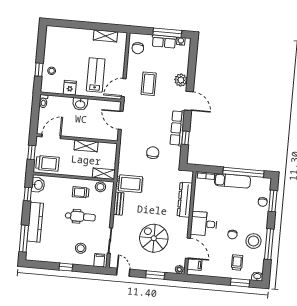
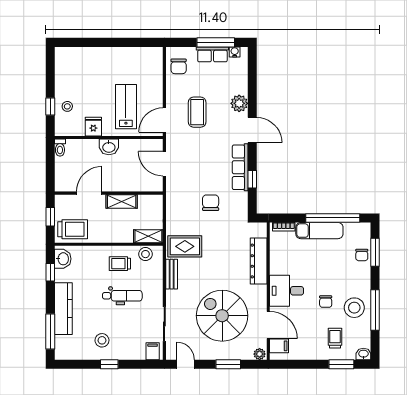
shelving: (105, 36) -> (134, 54), removed
door: (51, 136) -> (89, 193), moved
spiral stairs: (154, 238) -> (222, 316), width x1.37, depth x1.37
stool: (81, 248) -> (102, 340), moved

